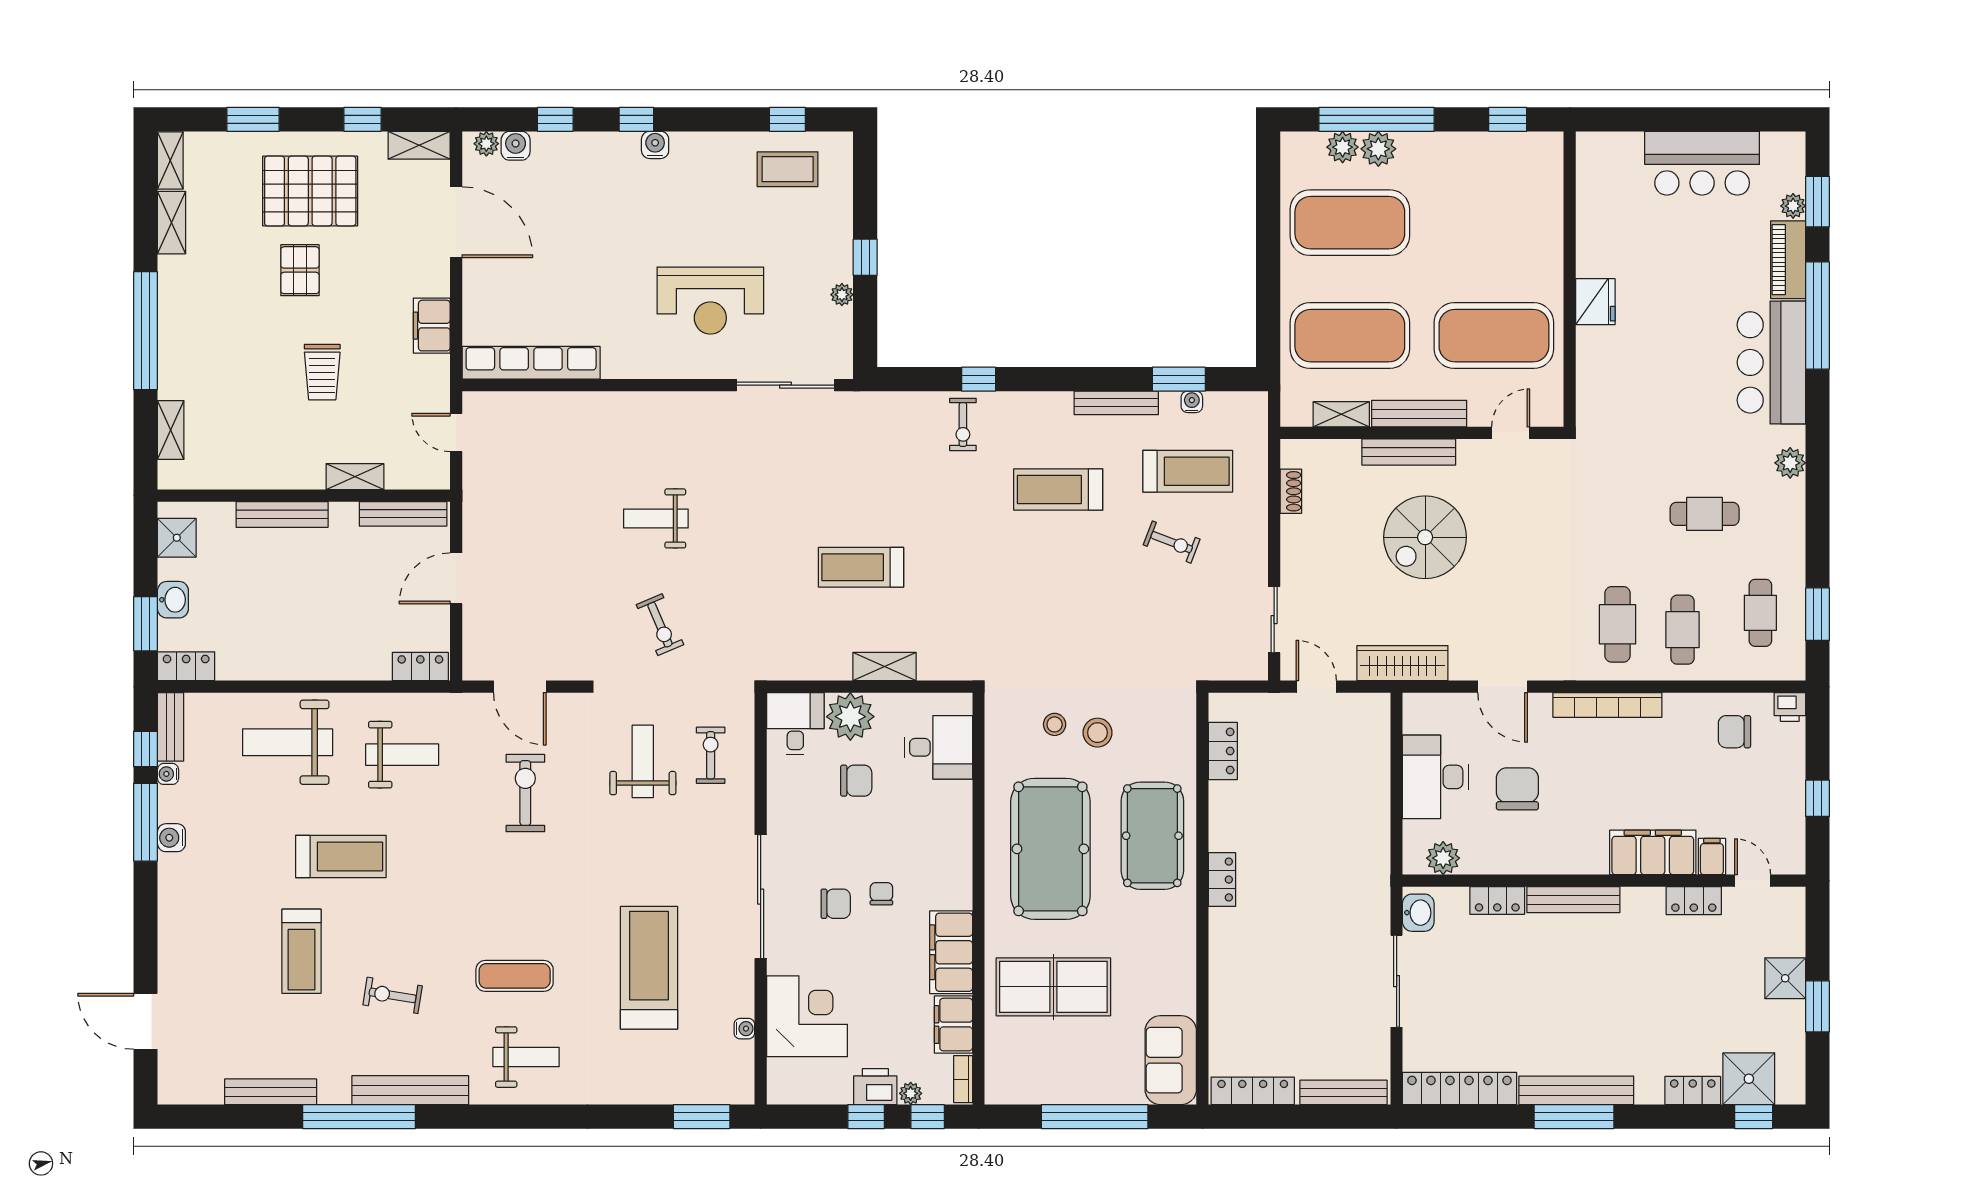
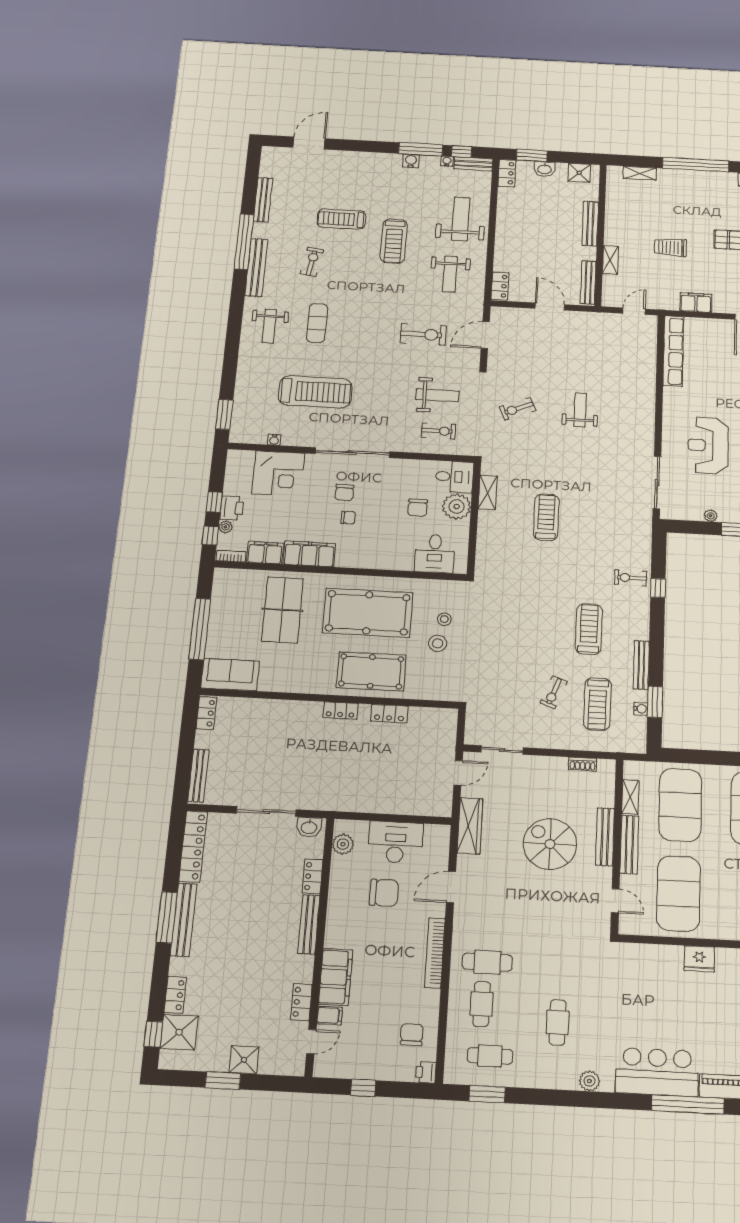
cafe table: (1683, 630) -> (482, 1004), turned 90
shelving: (884, 666) -> (488, 492), moved
locker: (1223, 751) -> (389, 714), moved
locker: (1253, 1091) -> (206, 713), width x0.66

